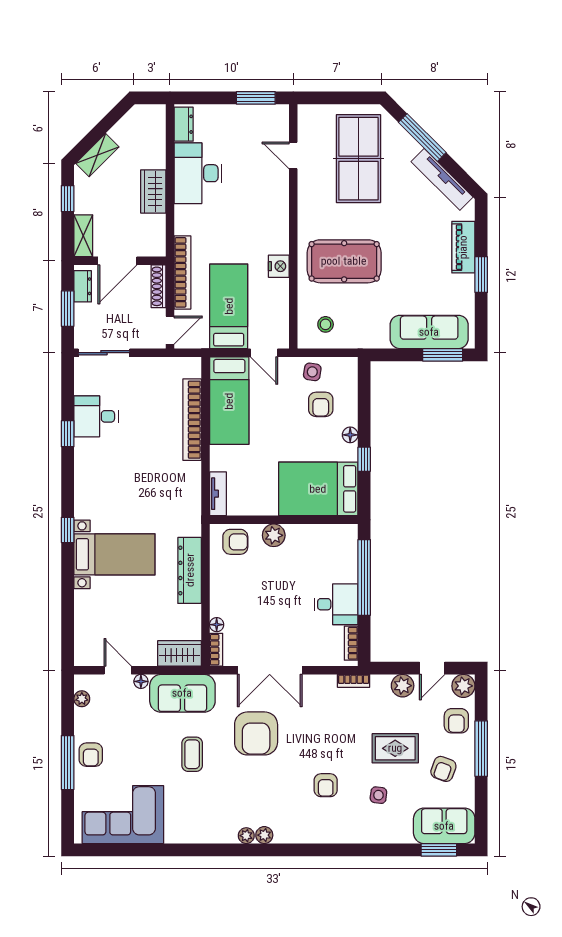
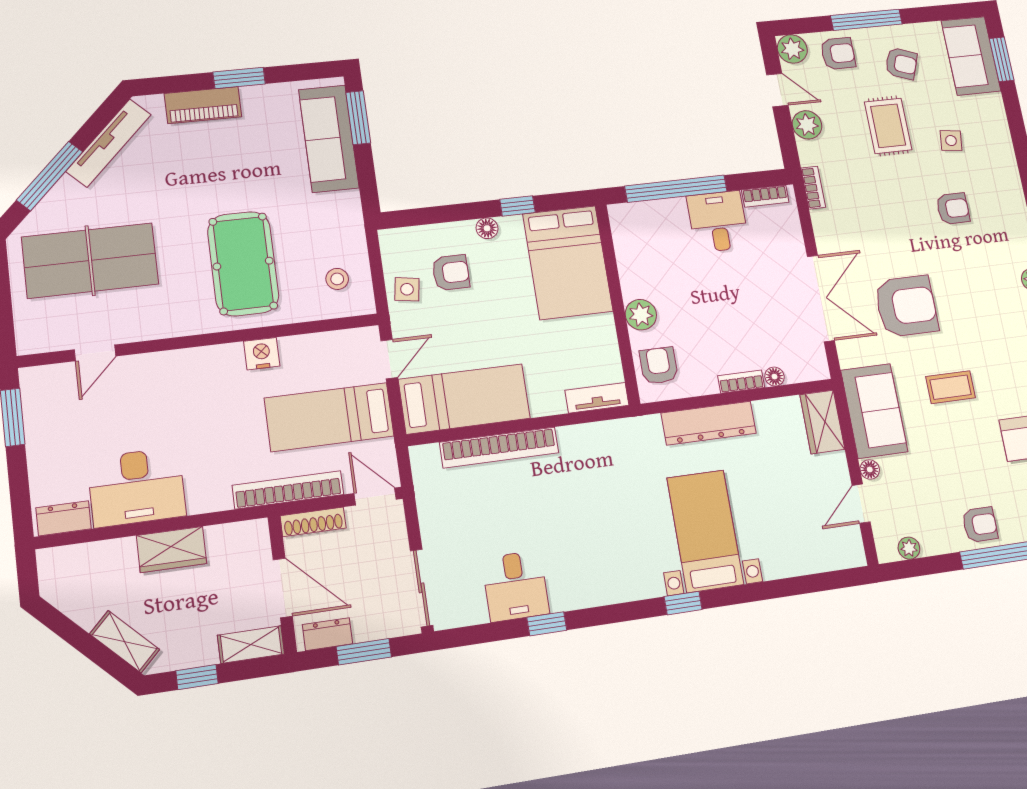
bookcase: (216, 650) -> (741, 382), moved

